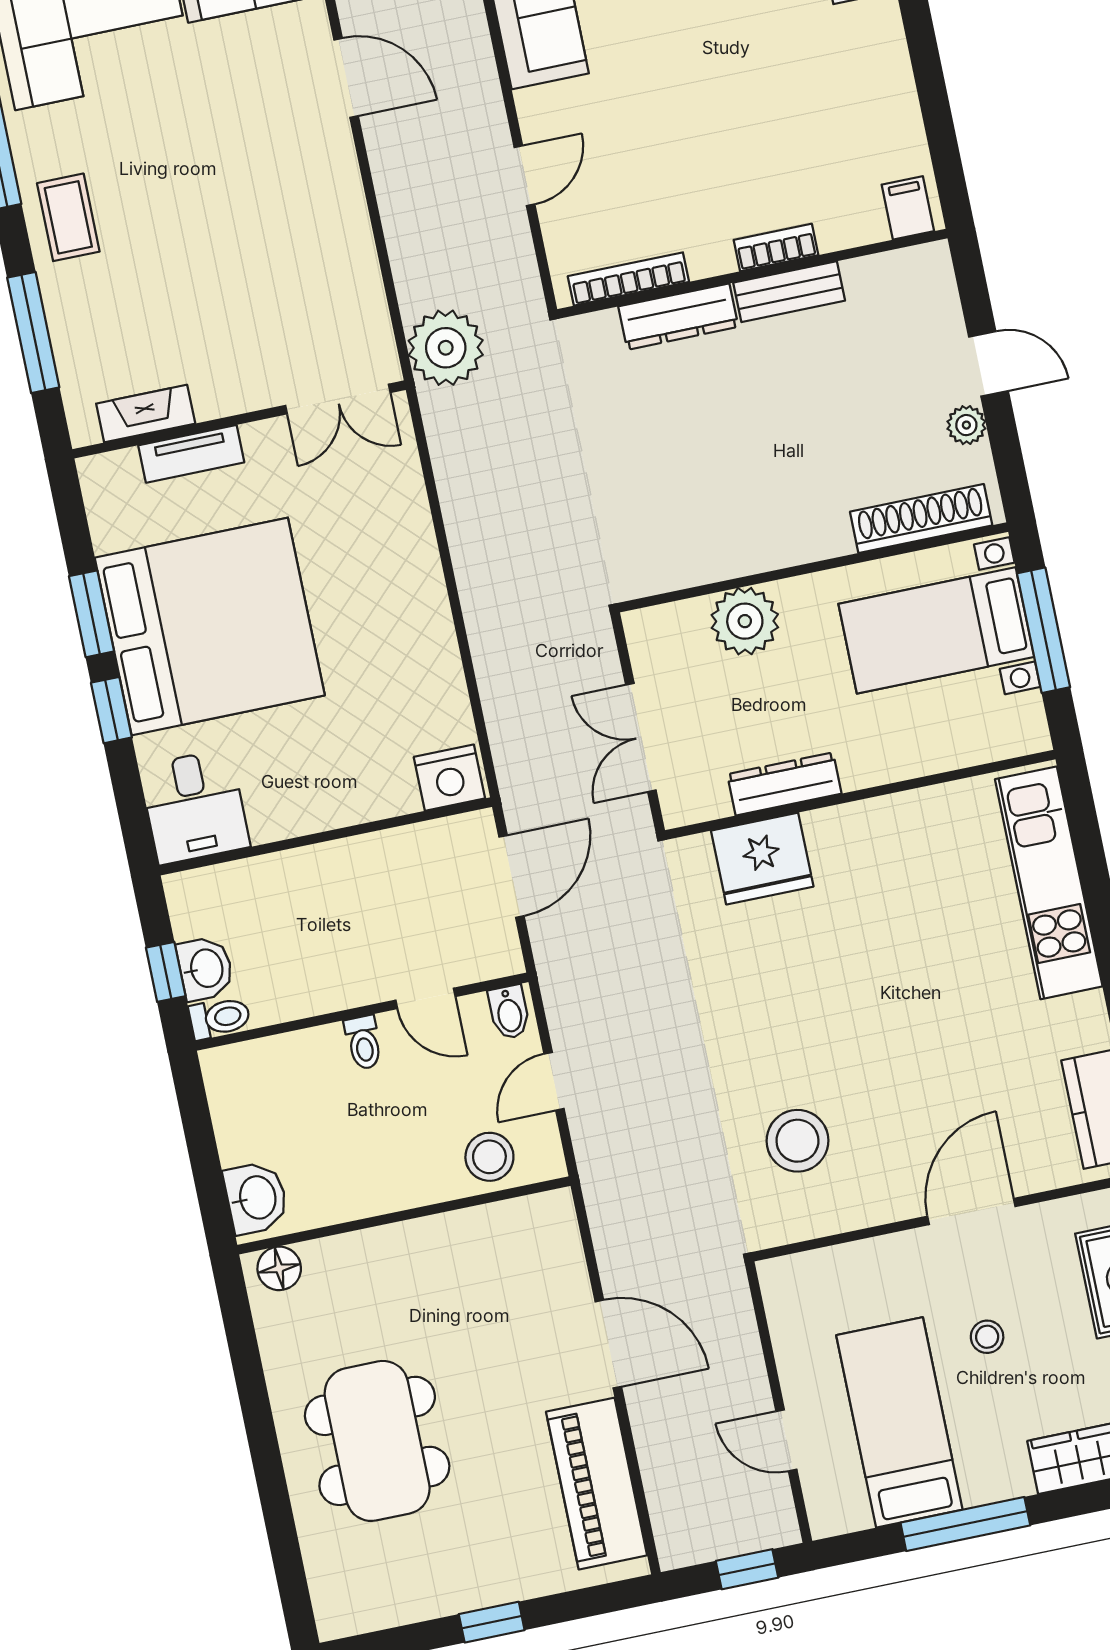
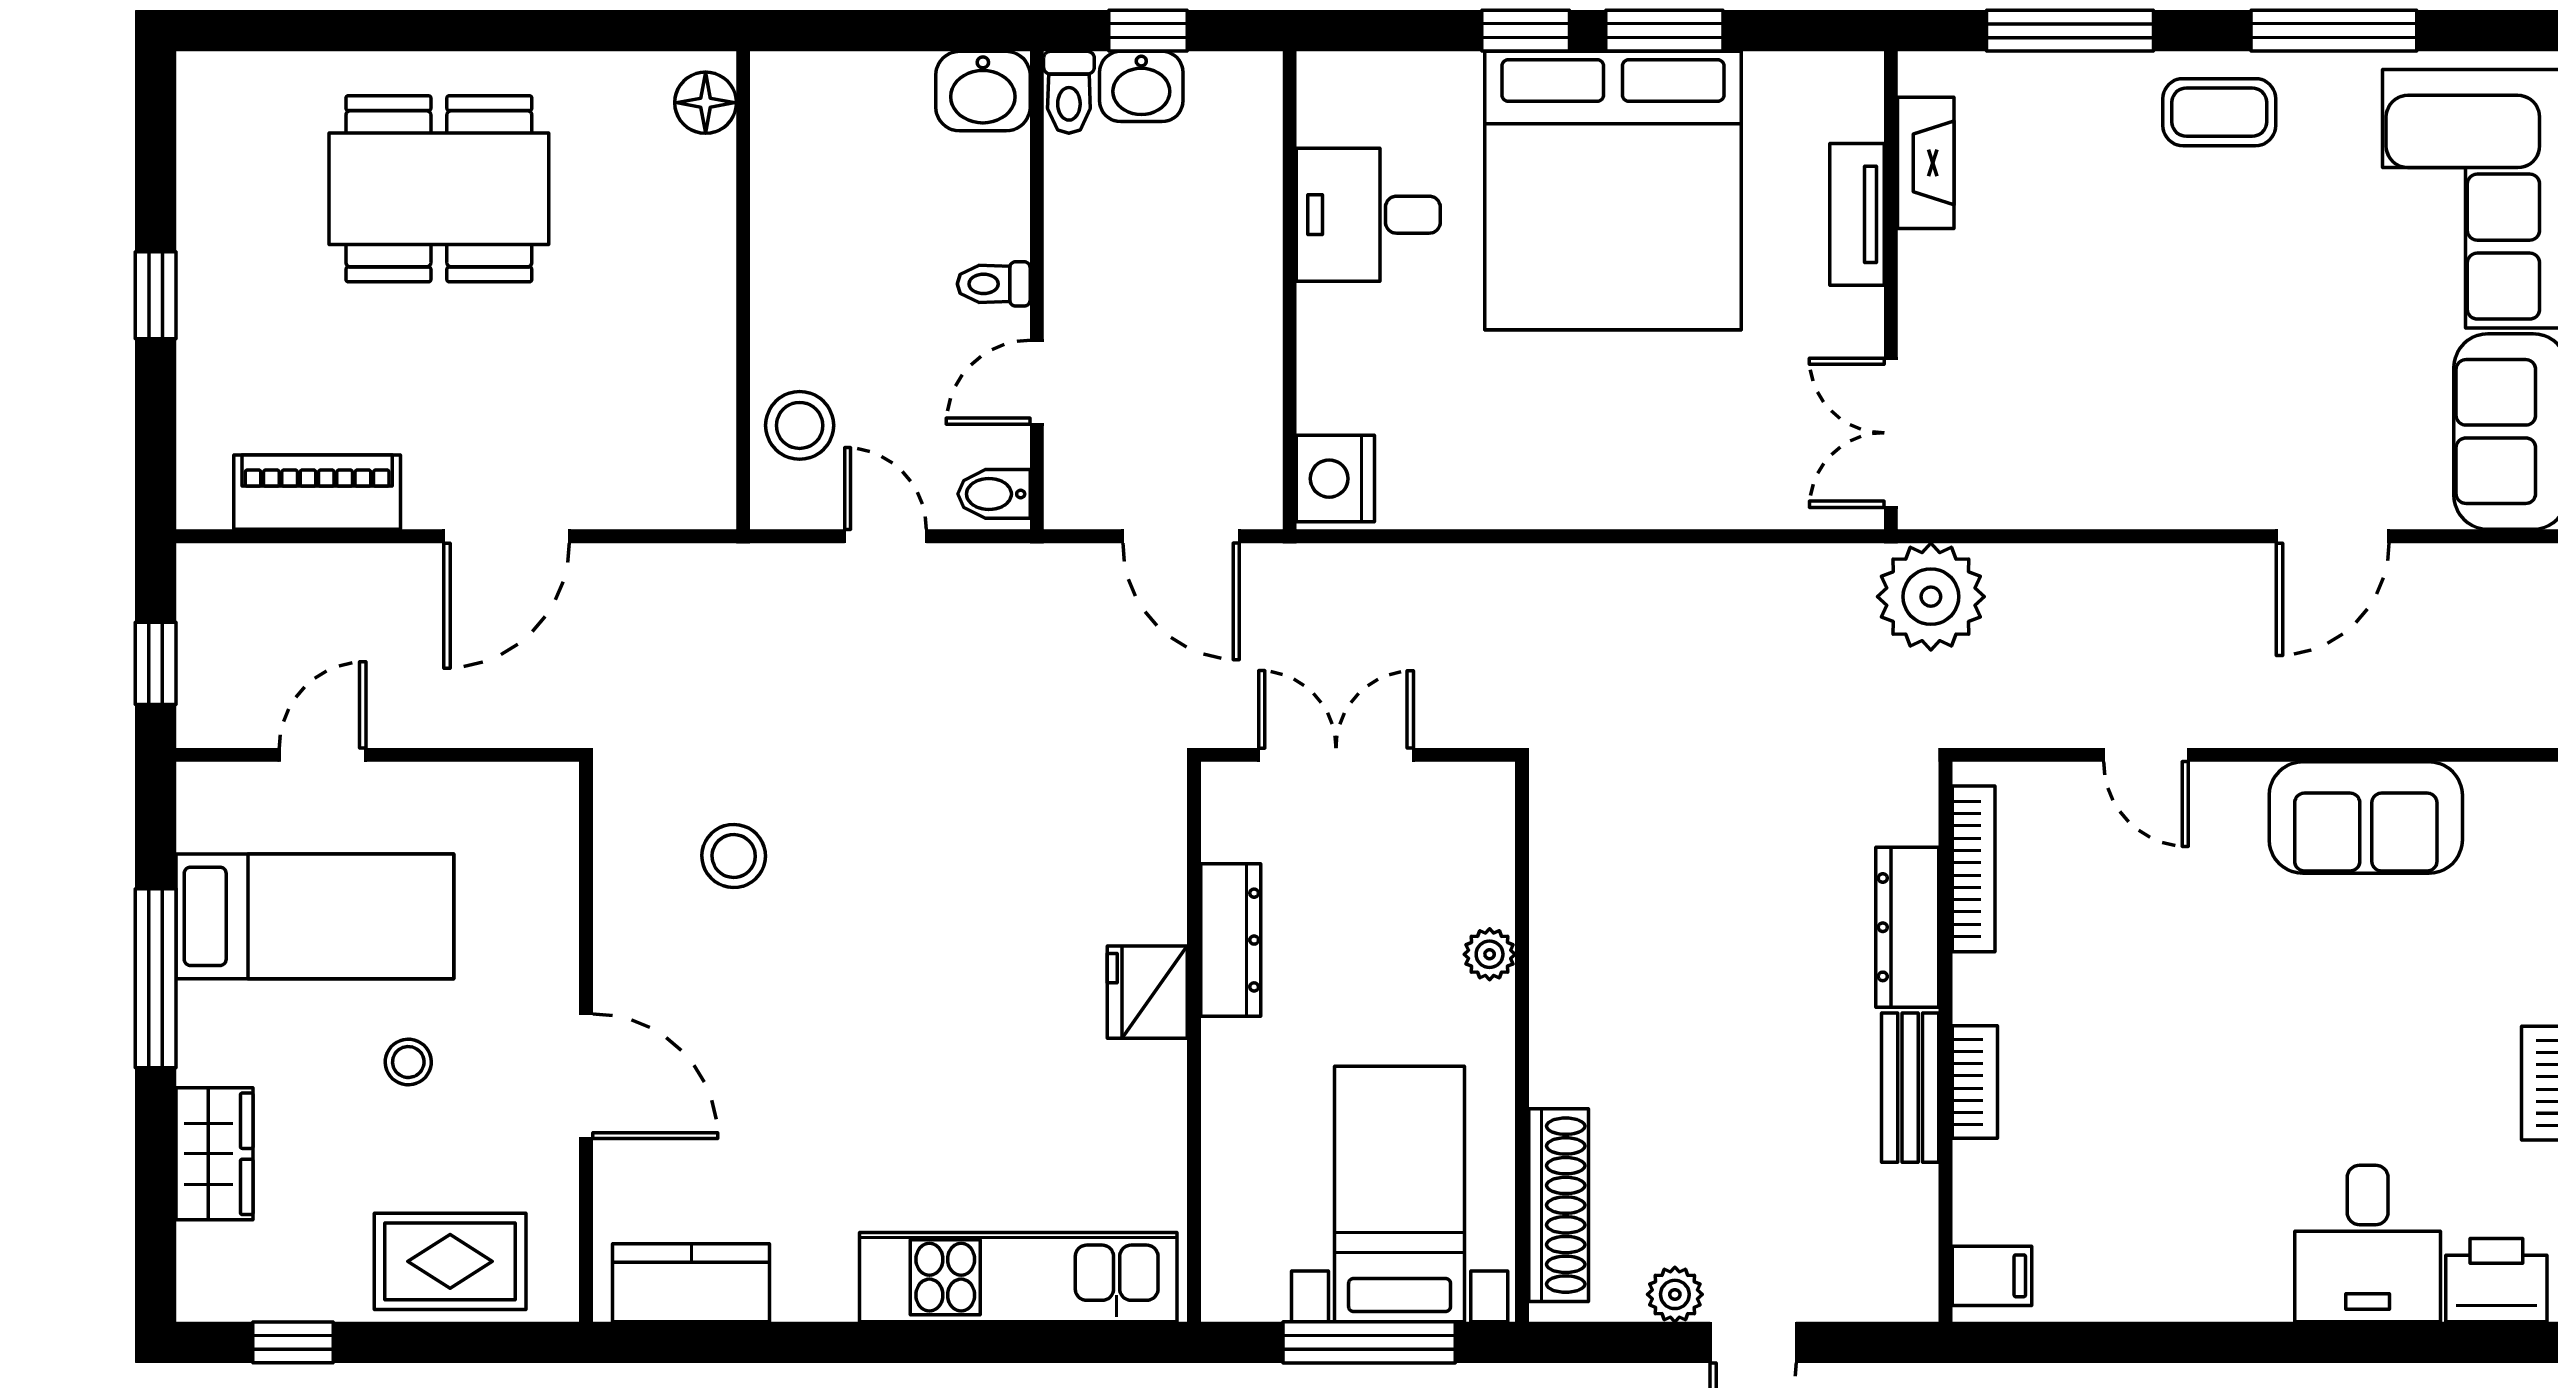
plant: (745, 621) -> (1490, 954), width x0.53, depth x0.53
desk: (194, 807) -> (1368, 215), moved
fridge: (762, 859) -> (1147, 992), moved, width x0.73, depth x0.75
stool: (797, 1141) -> (734, 856), width x0.73, depth x0.73
washbasin: (256, 1198) -> (983, 91), moved
piano: (597, 1484) -> (317, 492), width x0.73, depth x0.75

